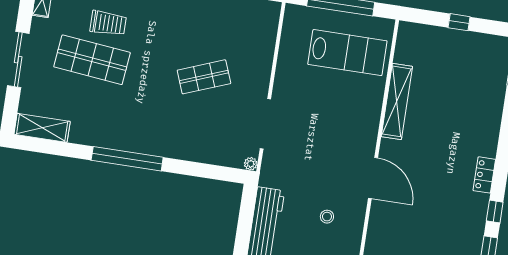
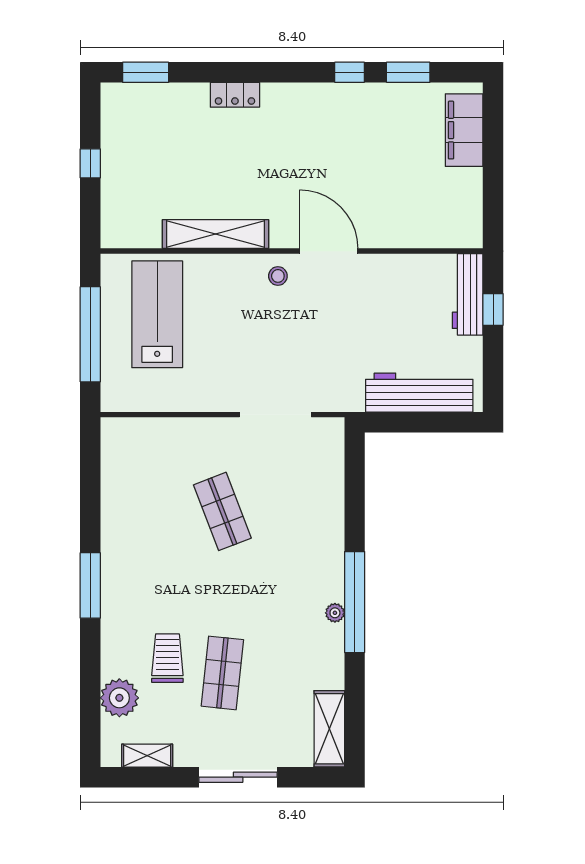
shop shelf: (92, 60) -> (222, 673), width x0.70, depth x0.74
plant: (251, 164) -> (335, 613), moved
locker: (484, 175) -> (235, 95), moved
door: (373, 178) -> (329, 251), hinge flipped
stool: (327, 217) -> (278, 276), moved

